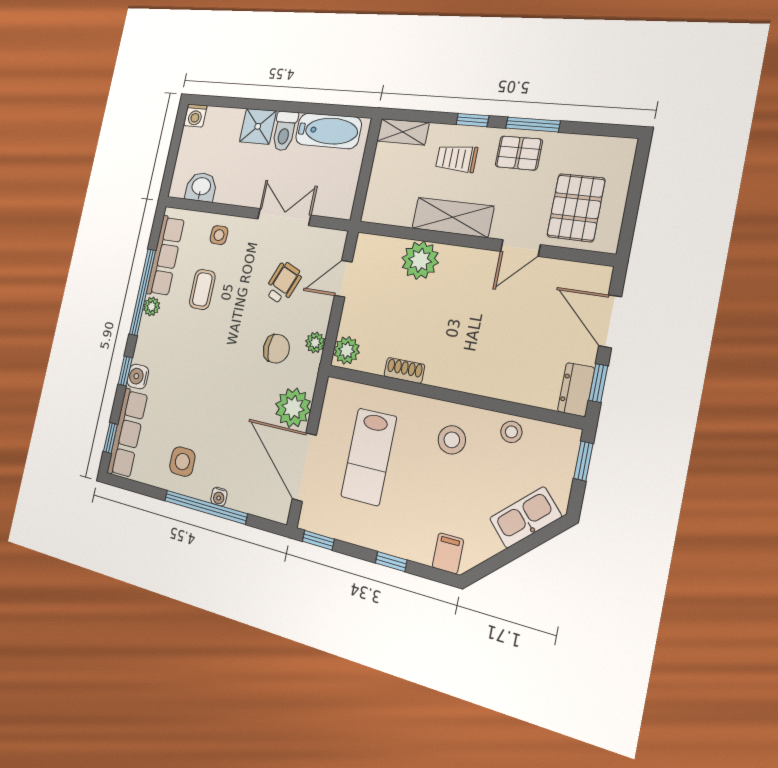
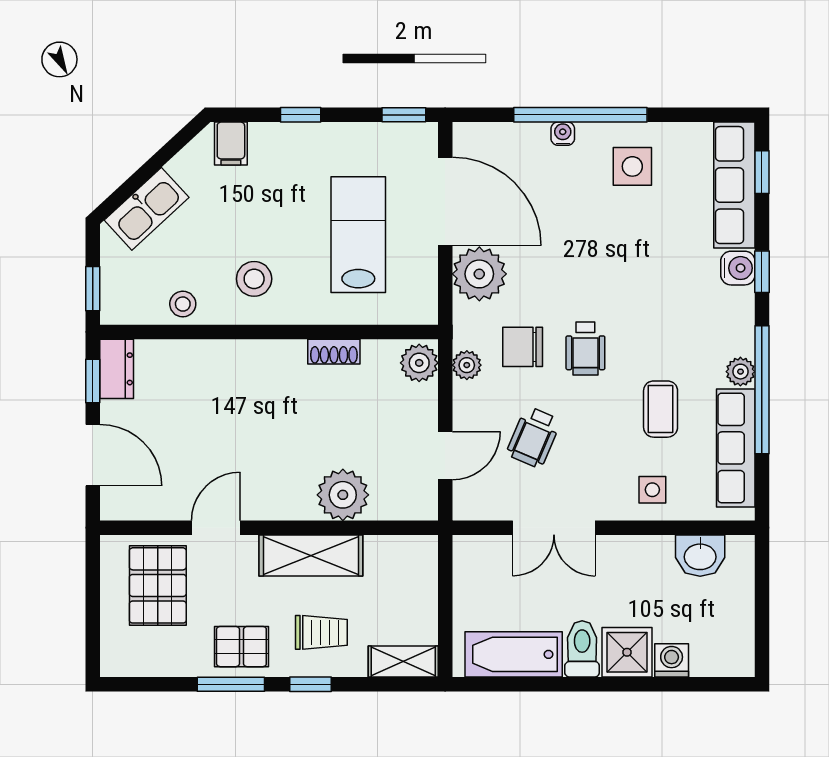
washing machine: (195, 116) -> (672, 660), moved
wheelchair: (238, 340) -> (585, 349), added

